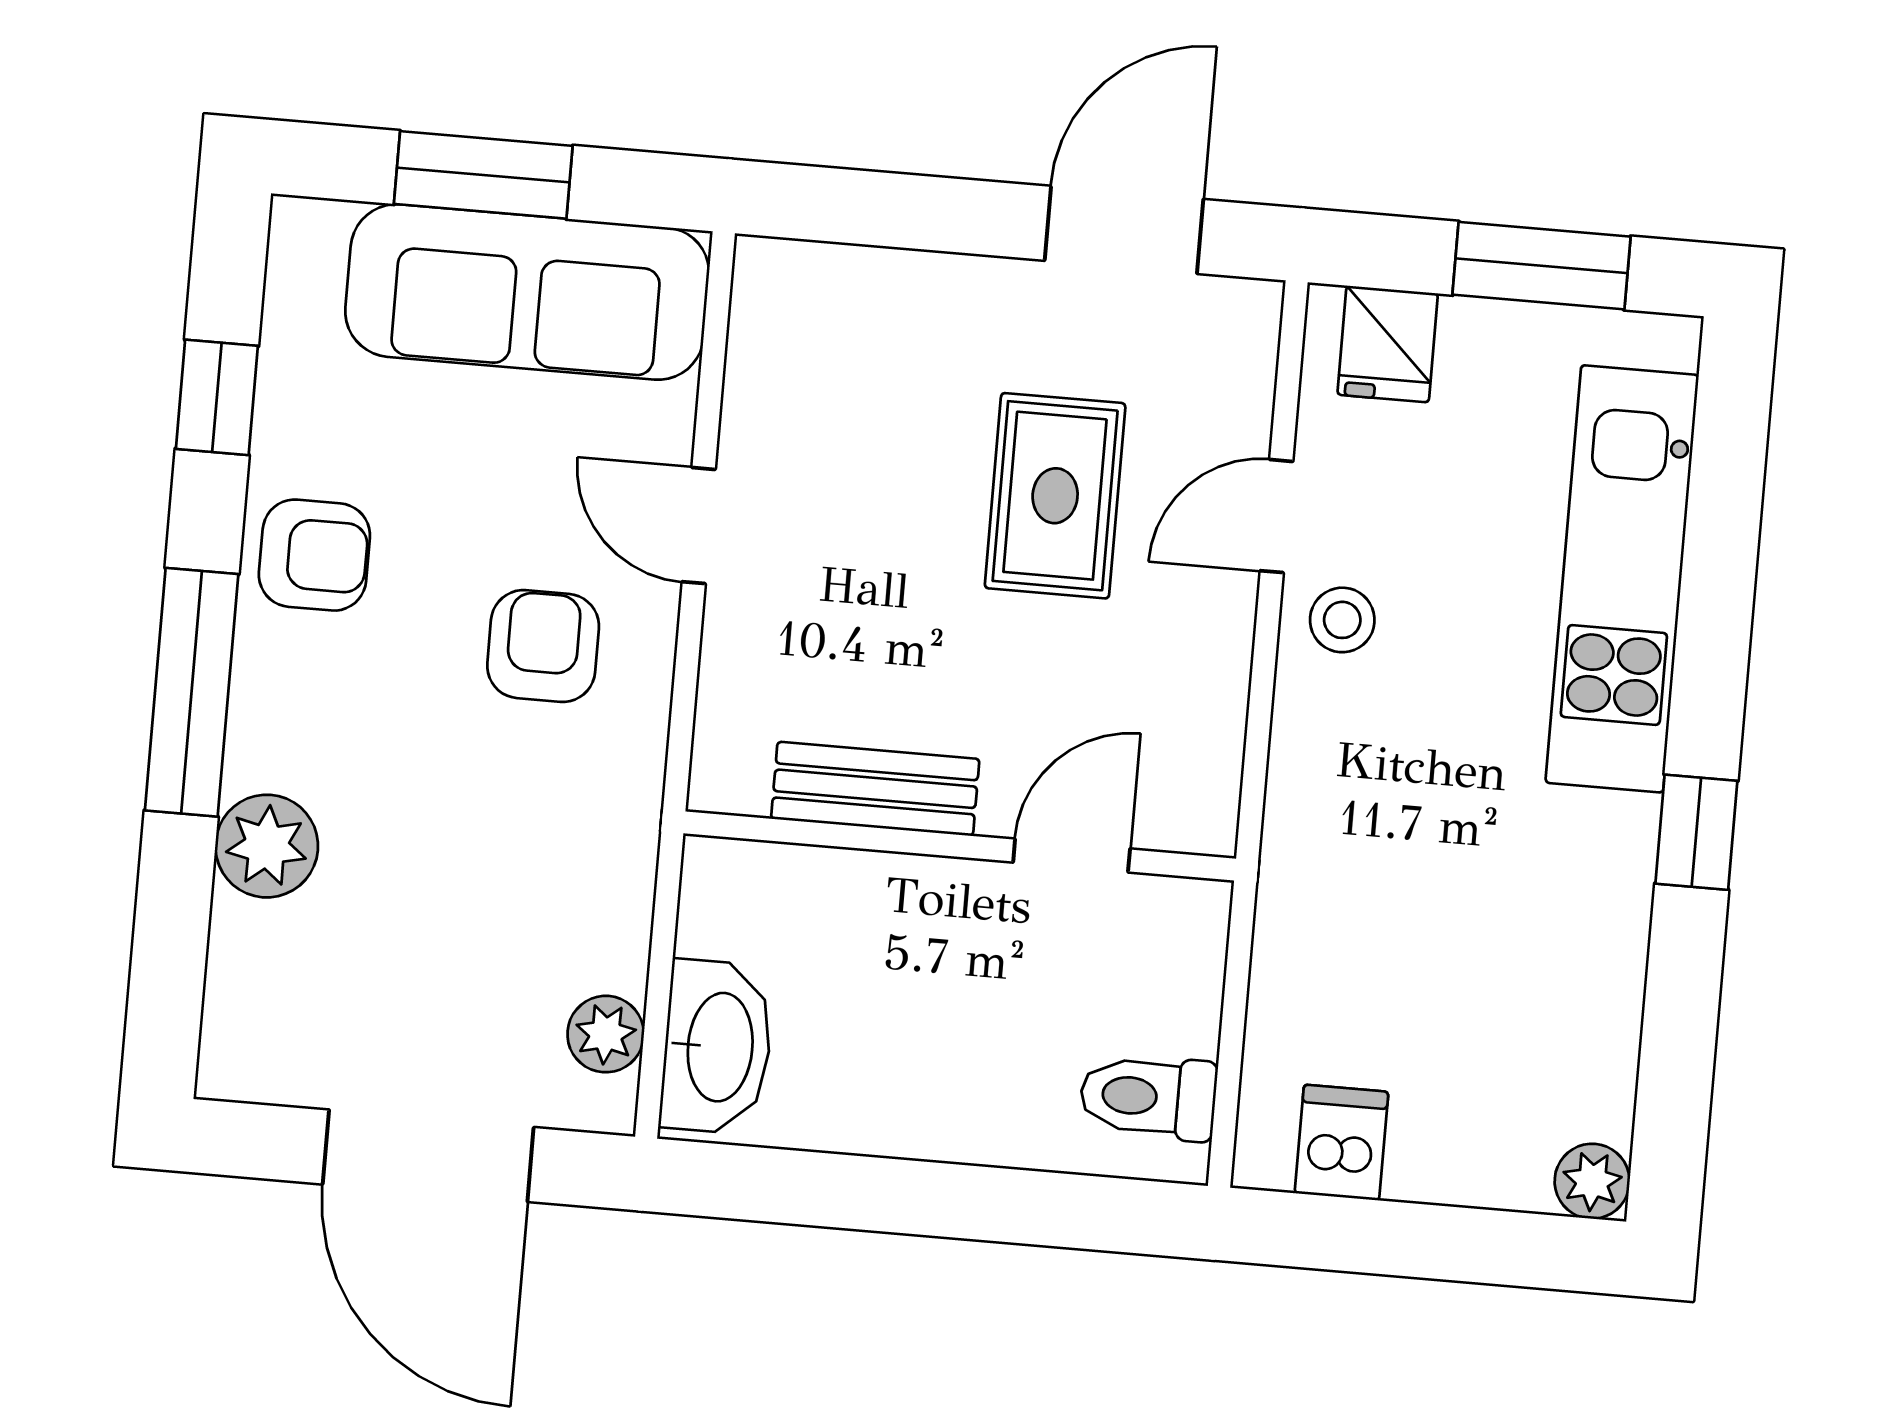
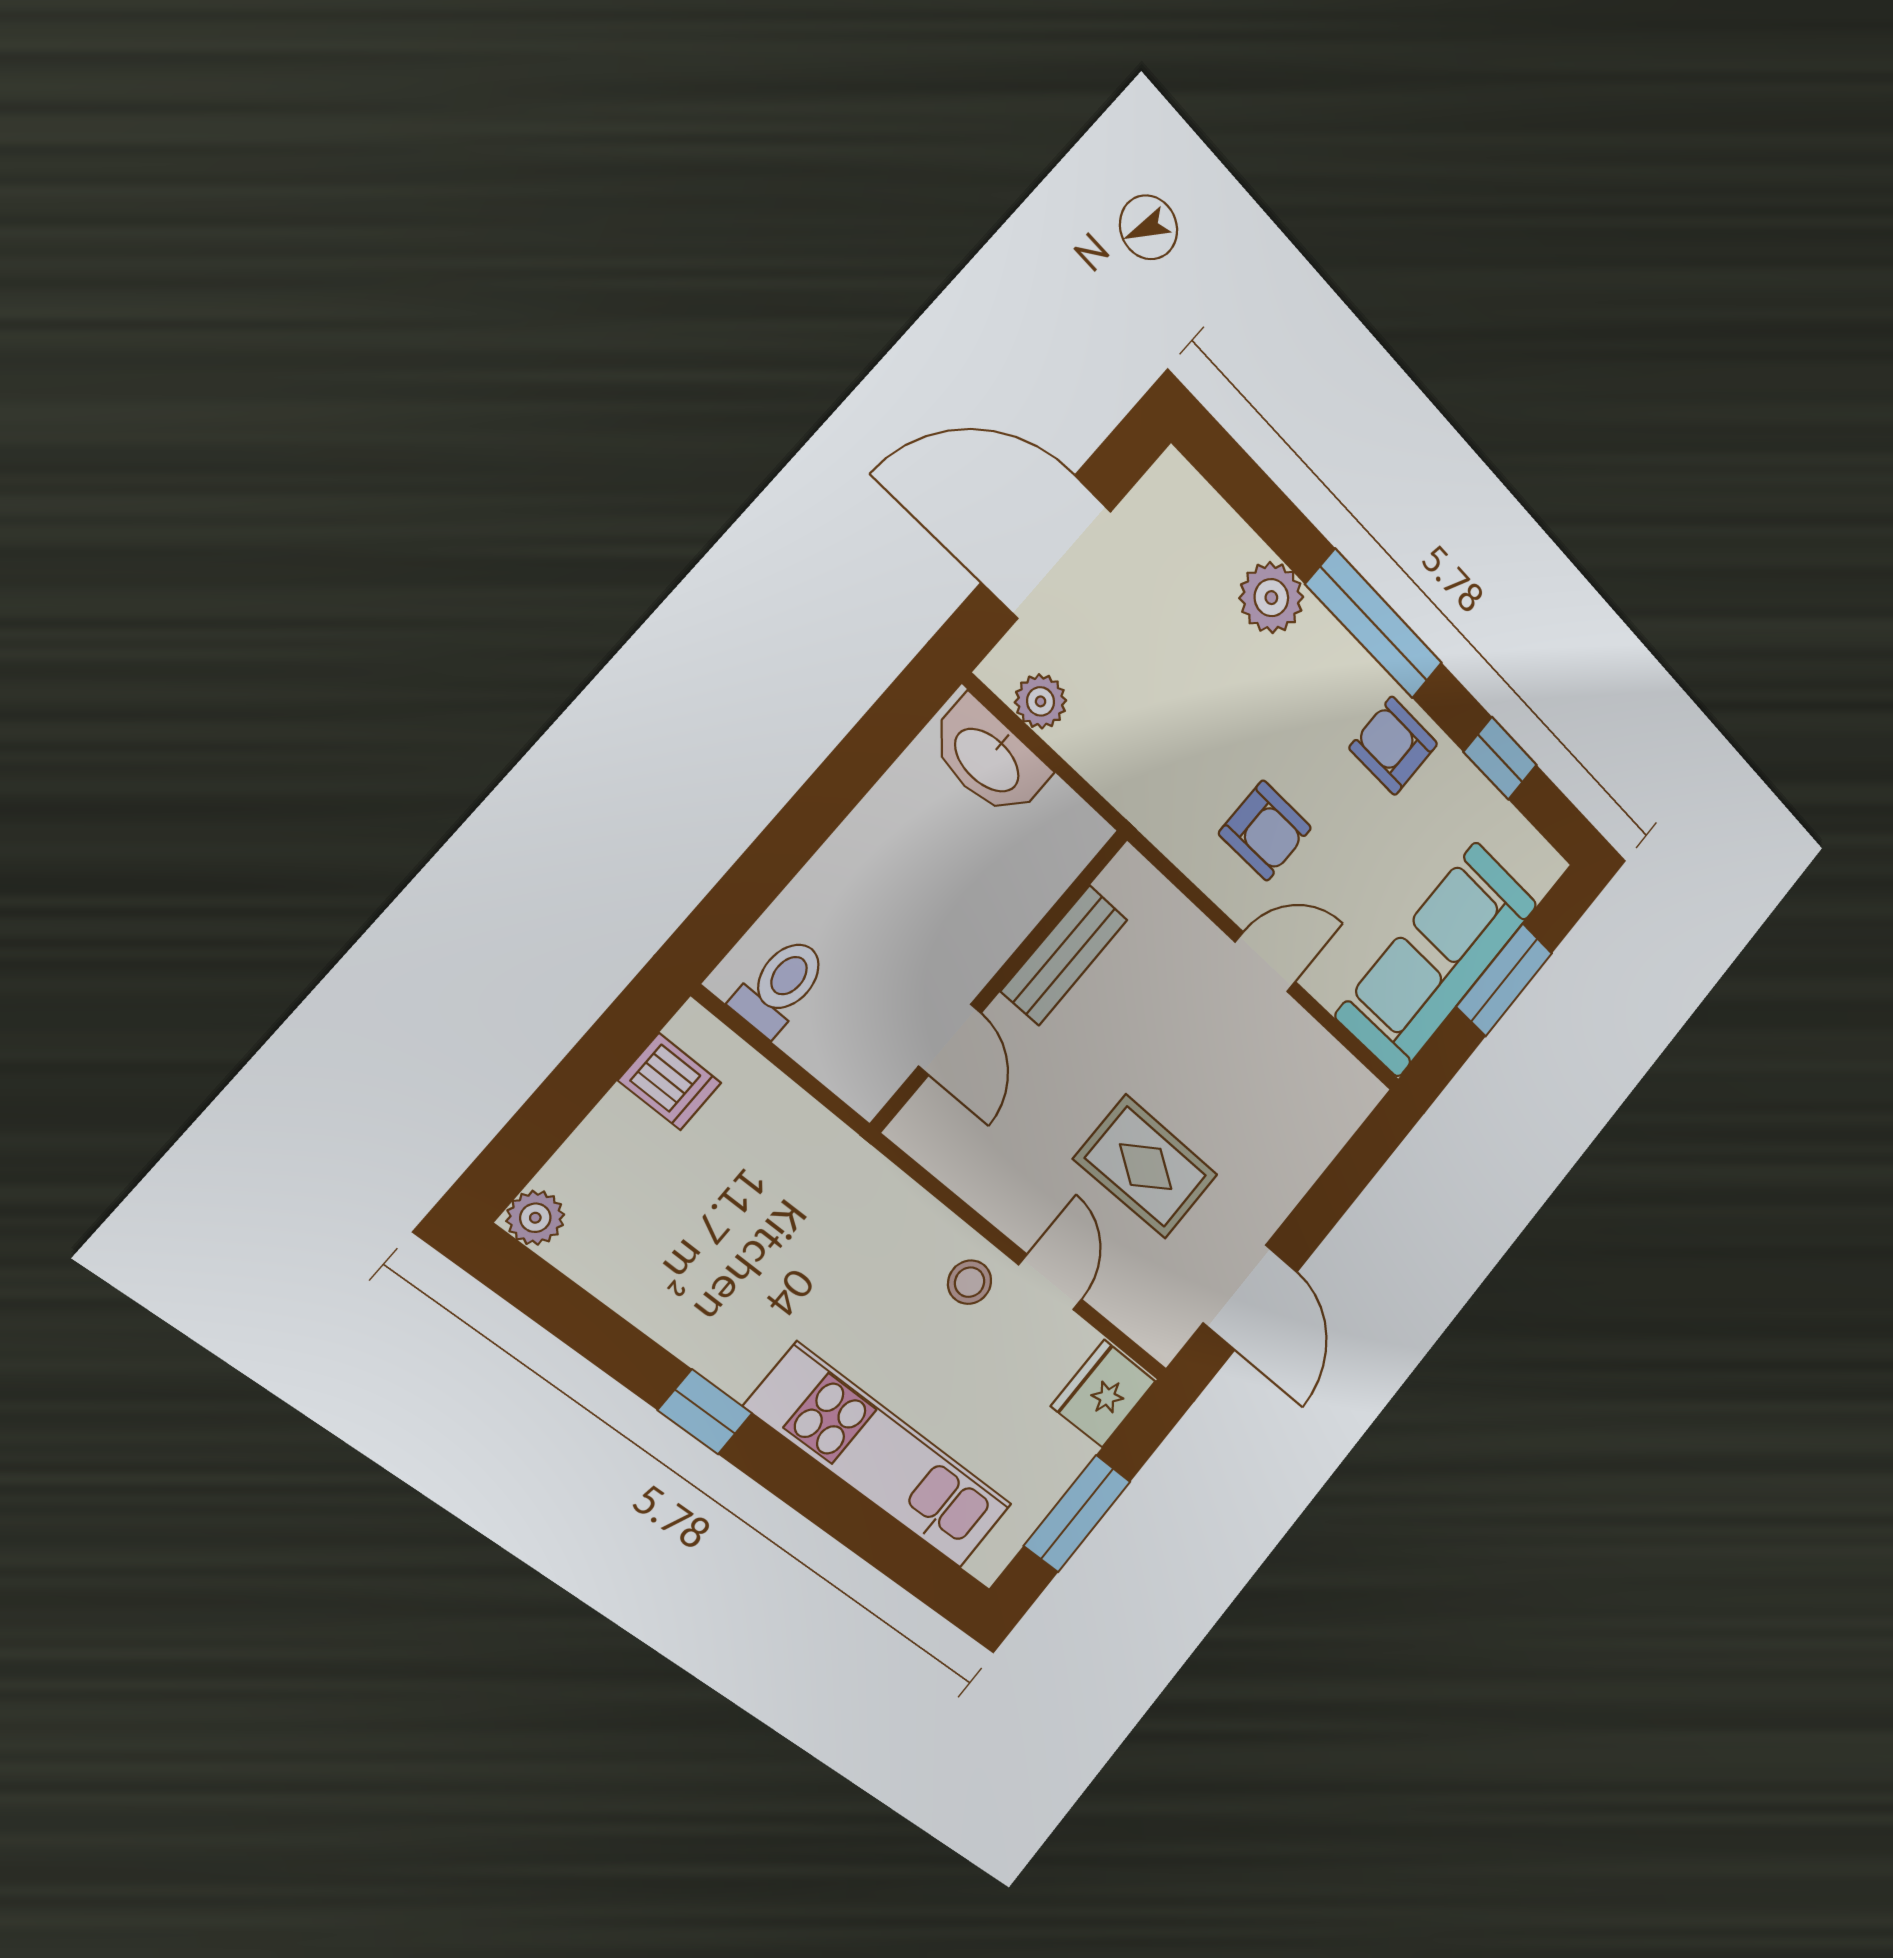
fridge: (1388, 344) -> (1103, 1394), width x1.38
armchair: (314, 555) -> (1393, 746), turned 90

